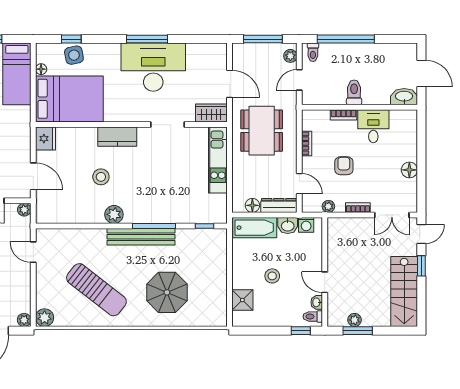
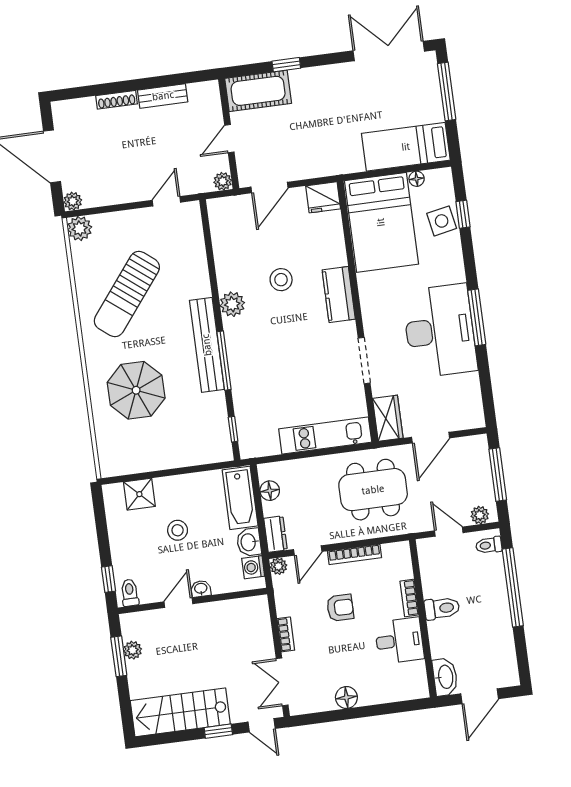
bookcase: (307, 143) -> (354, 554), width x1.56
dresser: (279, 205) -> (275, 534), width x0.70
plant: (328, 206) -> (279, 566), moved
washbasin: (317, 302) -> (201, 589), moved

